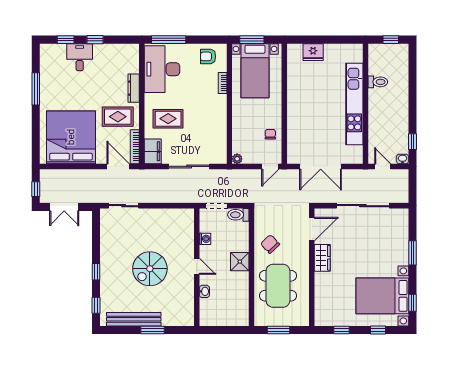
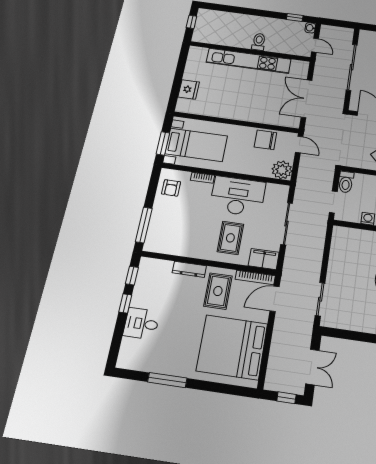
window: (66, 40) -> (132, 276), moved
desk: (162, 69) -> (238, 196), moved, turned 180
toilet: (378, 82) -> (259, 42), moved
chair: (270, 134) -> (265, 140), width x1.87, depth x1.87
plant: (237, 159) -> (282, 170), width x1.88, depth x1.88
double door: (321, 166) -> (306, 99), swing flipped
door: (383, 166) -> (315, 45), swing flipped

